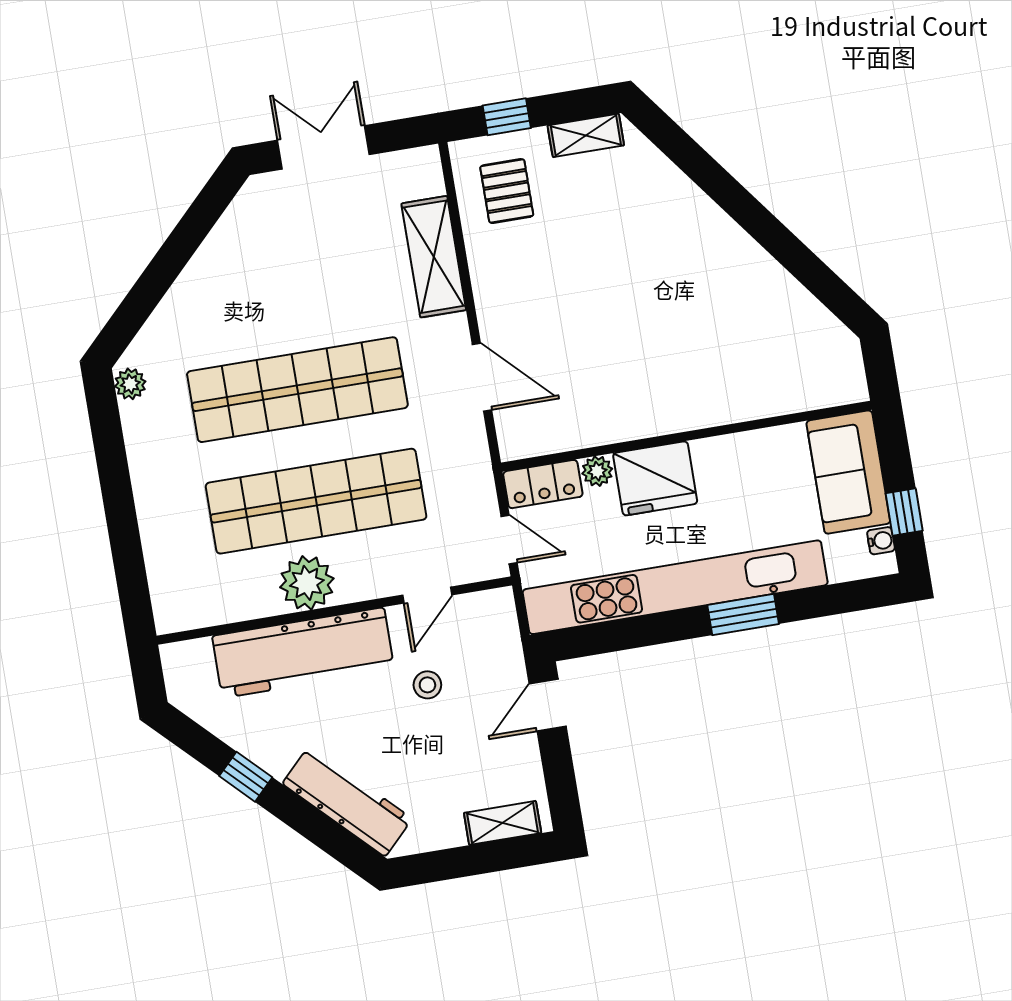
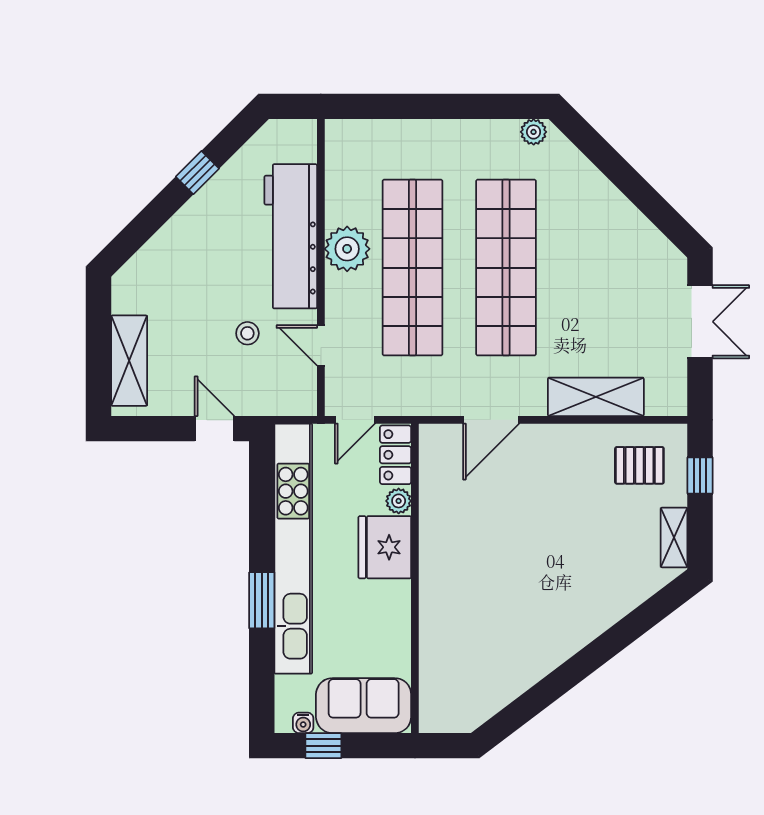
workbench: (347, 801) -> (164, 252), removed
shelving: (503, 823) -> (129, 361), width x1.50, depth x1.33

